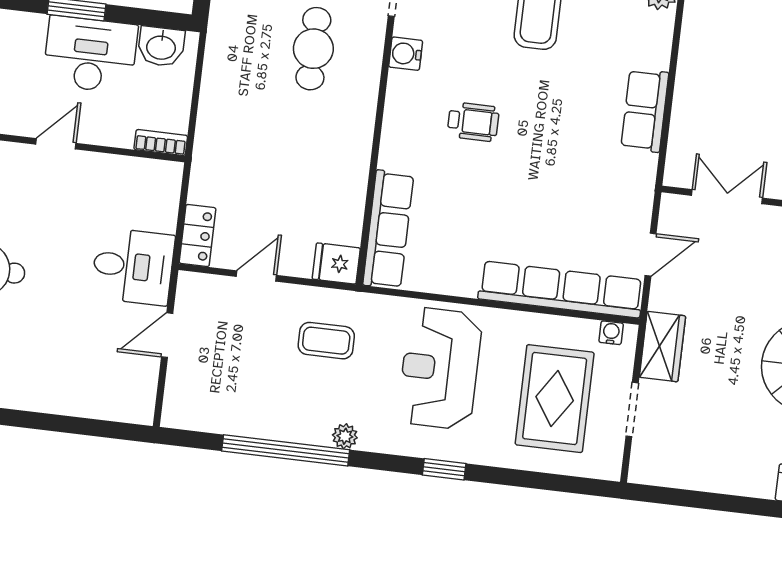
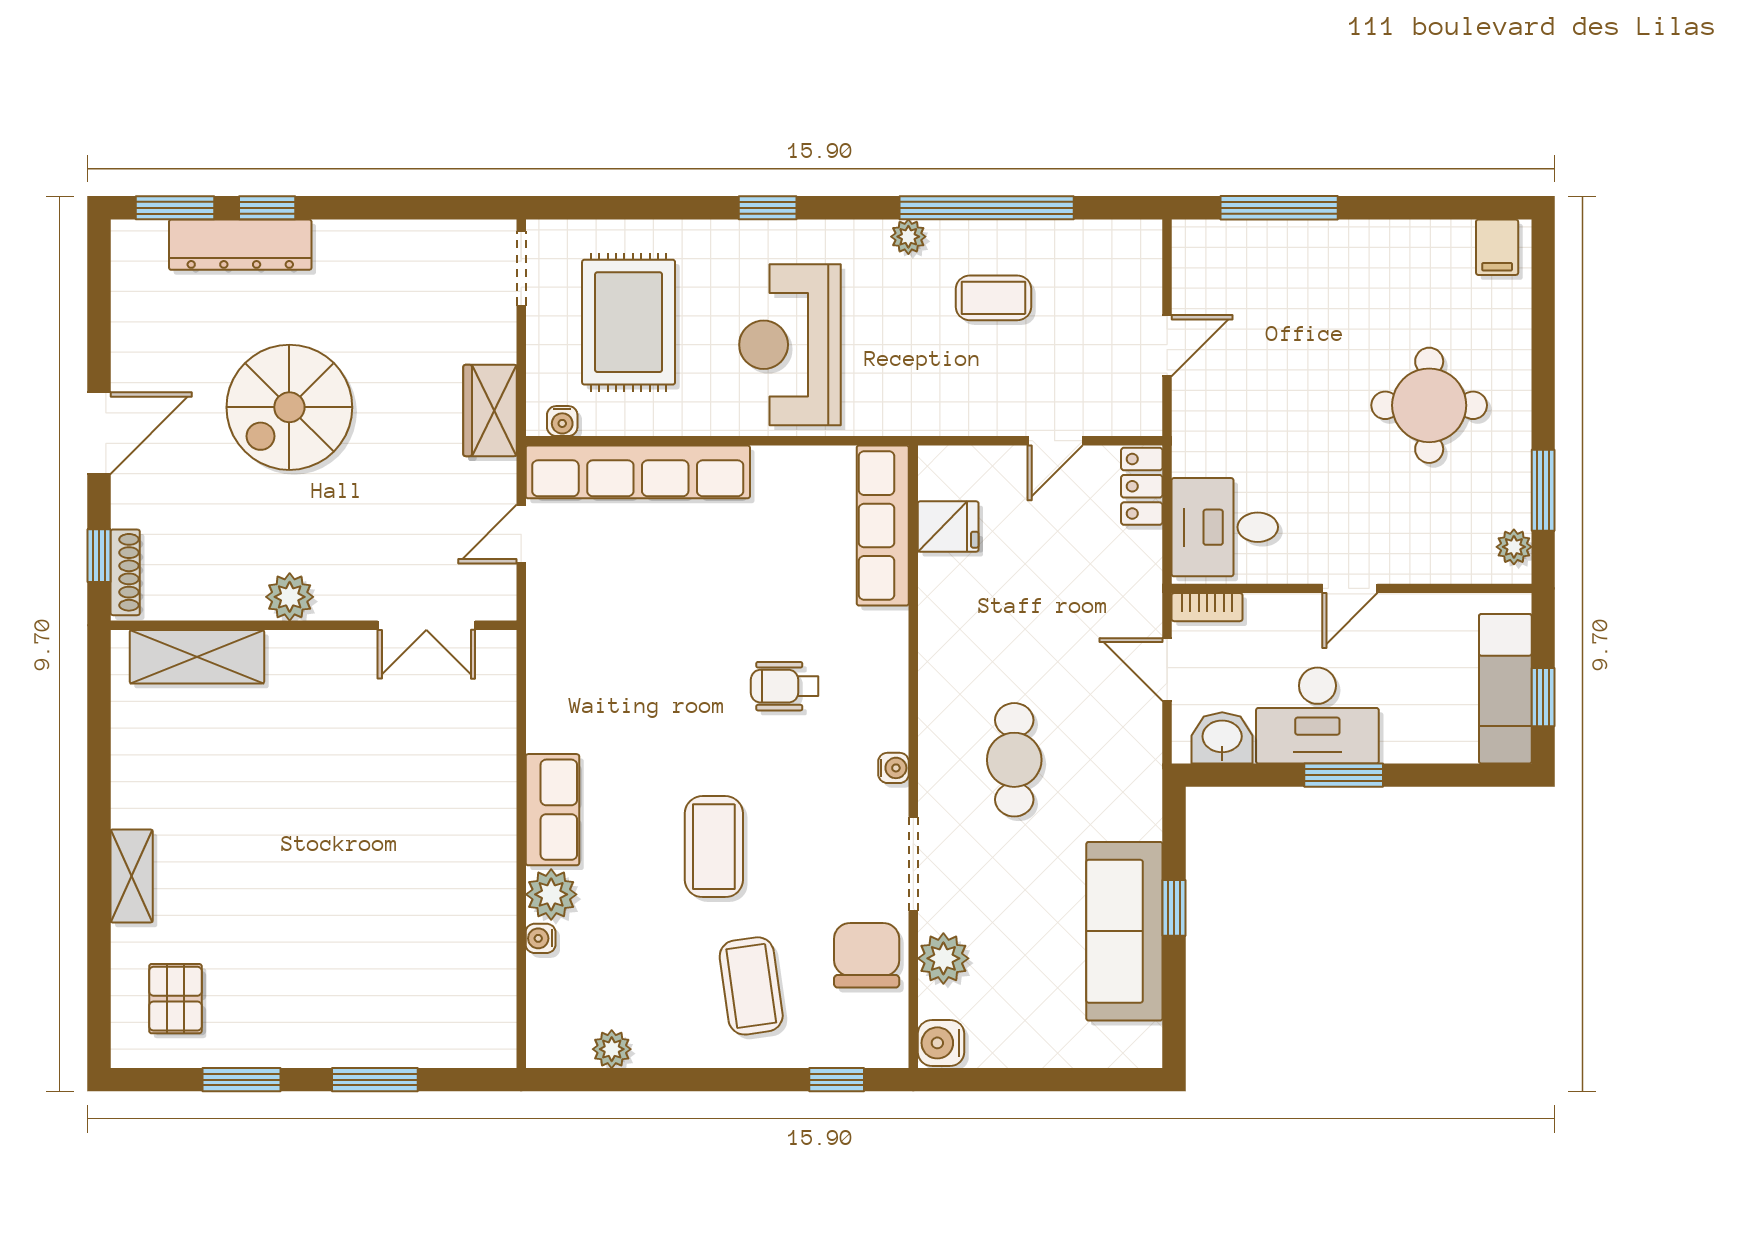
water cooler: (406, 54) -> (893, 768), width x0.72, depth x0.72
door: (195, 101) -> (1167, 669), added
row of seats: (645, 110) -> (552, 810), moved
fridge: (336, 264) -> (948, 527), moved
desk: (133, 266) -> (1225, 527), moved
coffee table: (326, 341) -> (993, 298), moved
reception desk: (440, 368) -> (790, 345), turned 180
doorway: (632, 410) -> (521, 268), moved
window: (74, 425) -> (1279, 208), added

